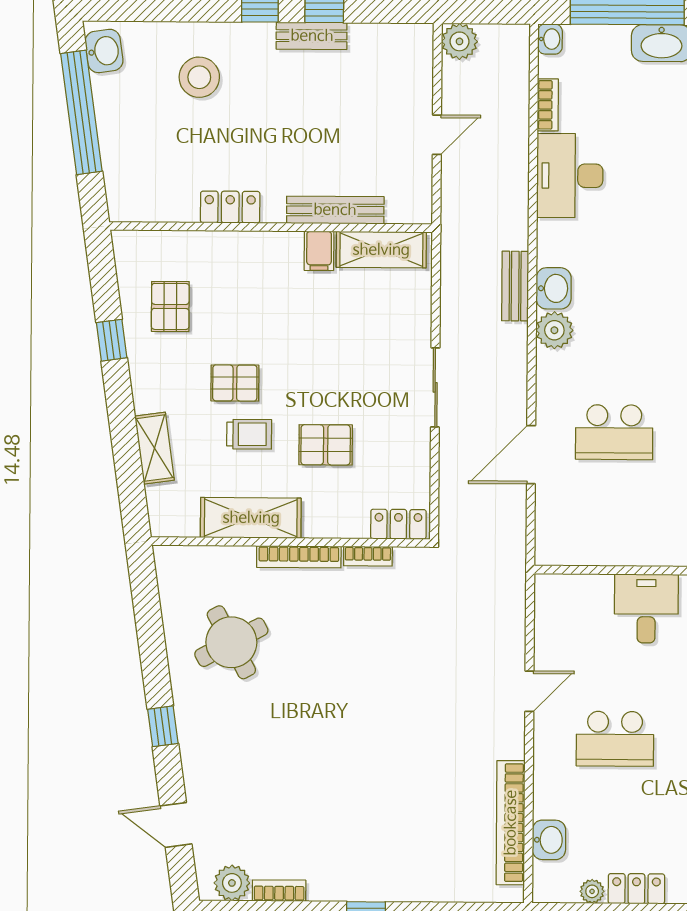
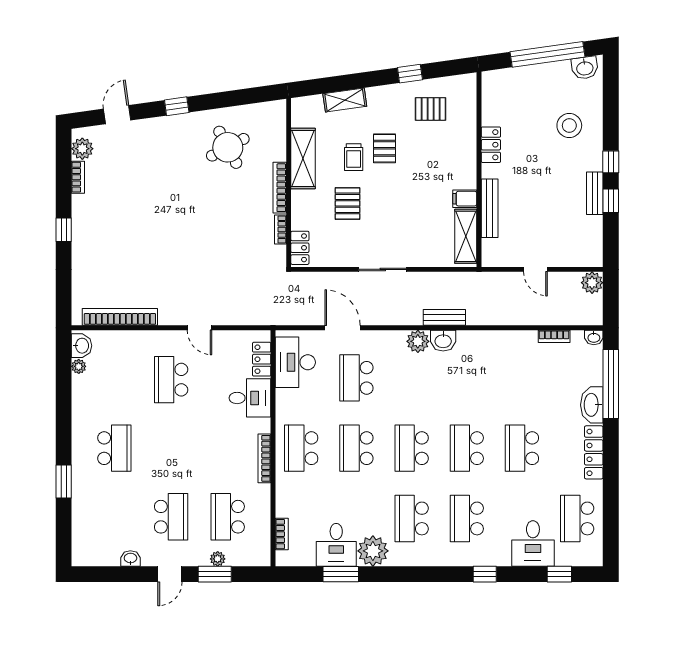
desk: (570, 176) -> (295, 362), moved, turned -90
washbasin: (549, 840) -> (81, 346), moved, turned -90
locker: (636, 889) -> (262, 359), moved, turned 180

